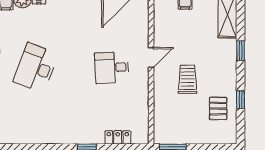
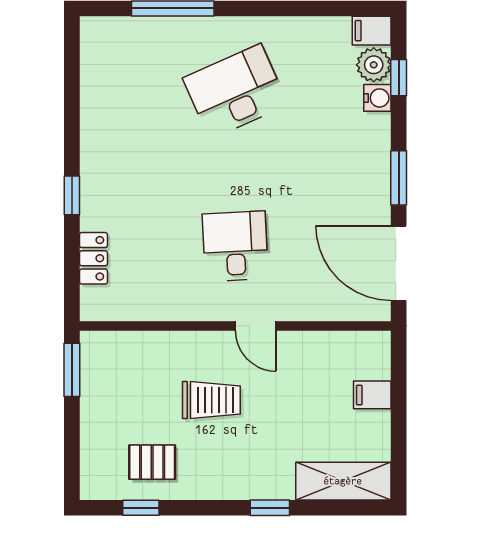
desk: (36, 68) -> (235, 91), turned -45
window: (240, 100) -> (141, 508), moved

